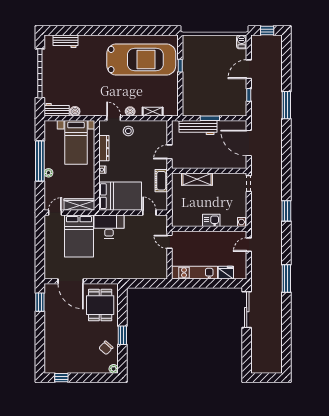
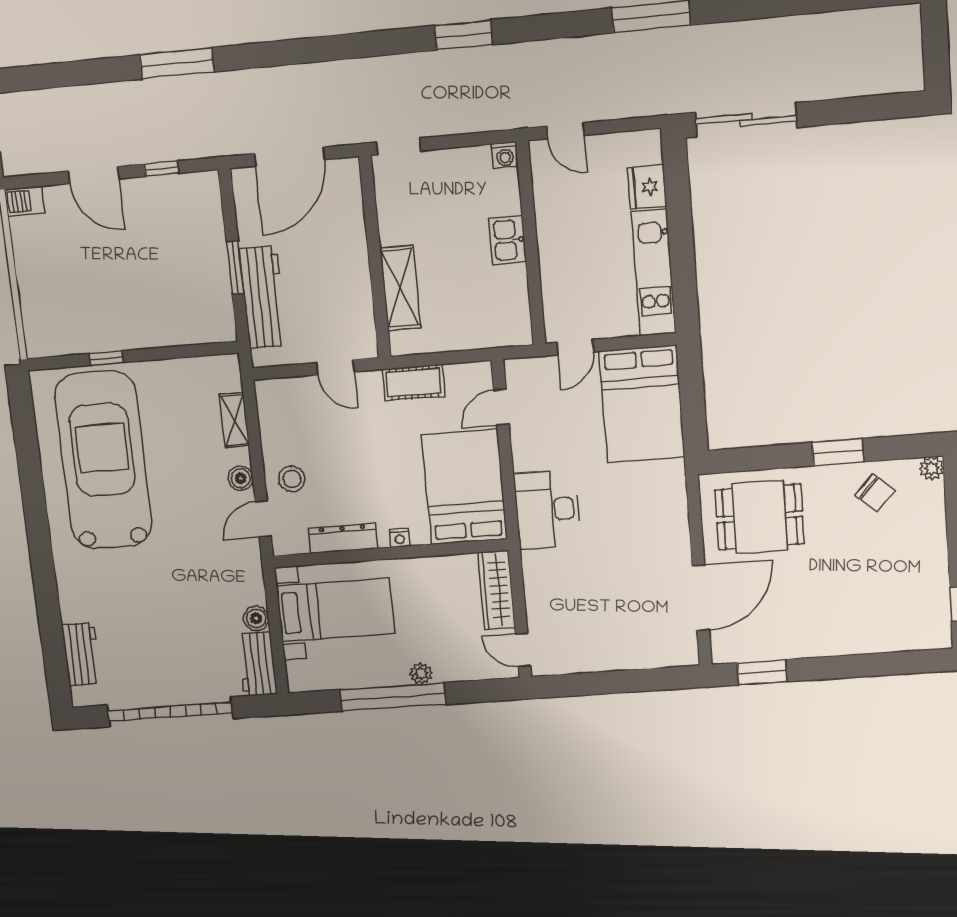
bed: (79, 236) -> (642, 404), moved, turned 90

